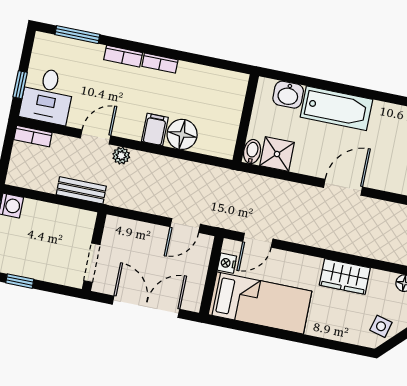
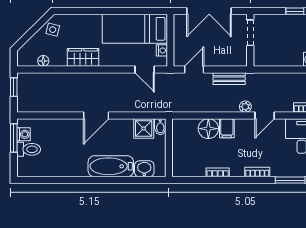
bookcase: (160, 63) -> (218, 172), moved
bench: (81, 190) -> (229, 79), moved
door: (258, 240) -> (145, 69), swing flipped

